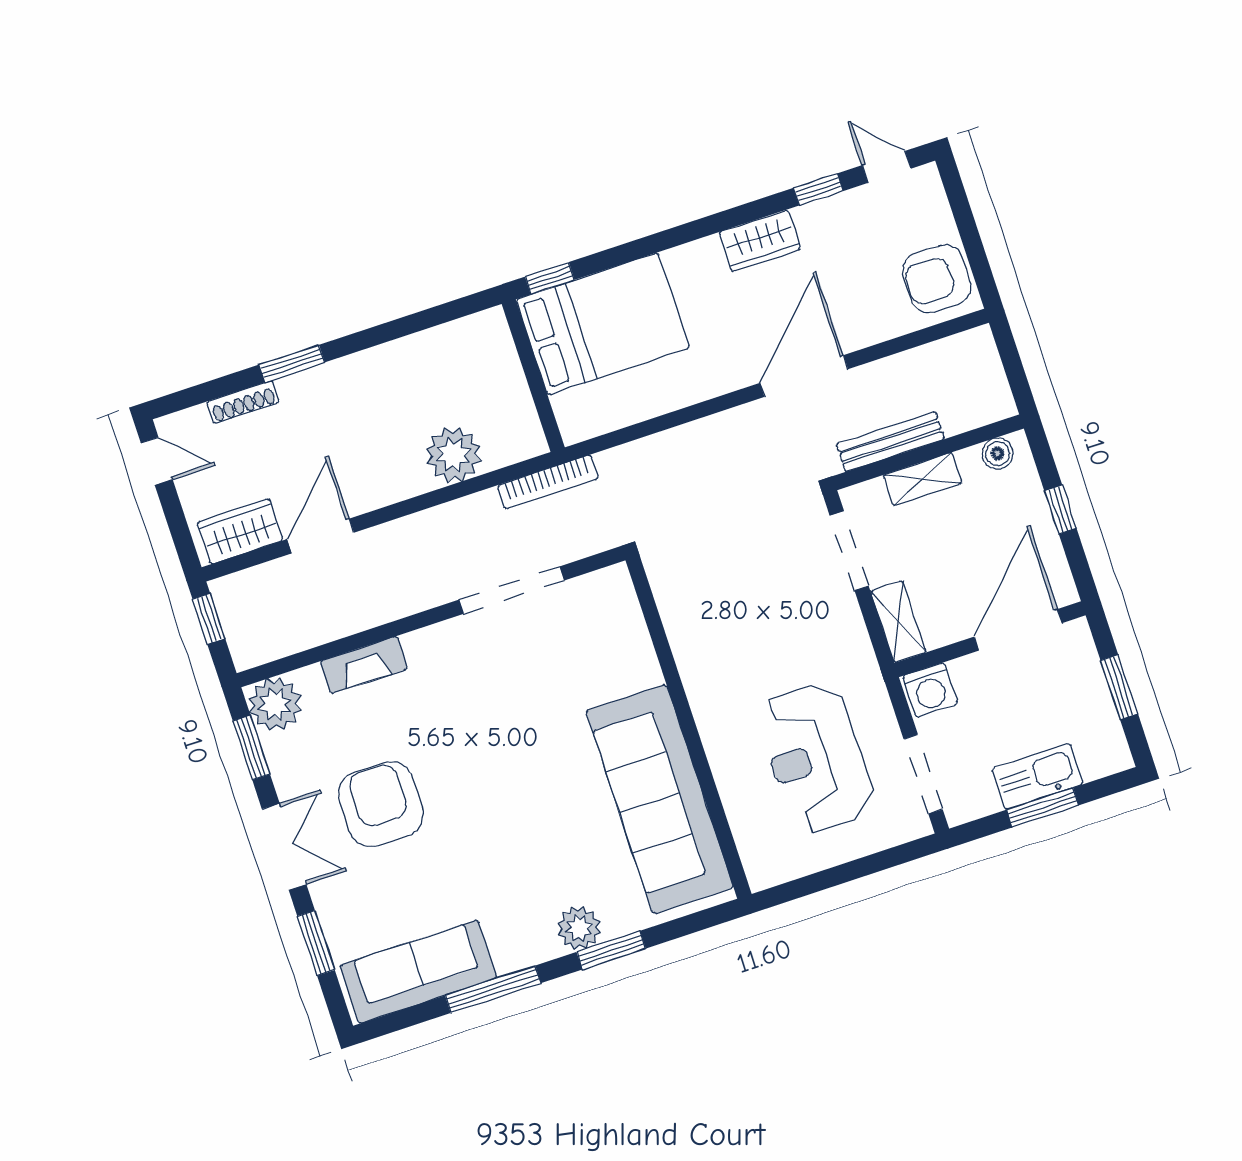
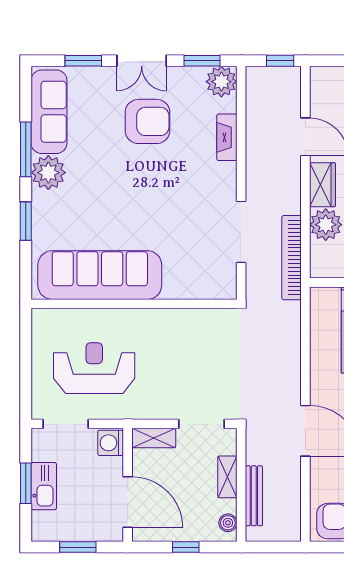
bench: (890, 442) -> (254, 496), moved
bookcase: (548, 482) -> (291, 258), width x1.48, depth x1.31
wardrobe: (240, 531) -> (322, 185), moved
plant: (579, 928) -> (48, 173), moved, width x1.36, depth x1.36

